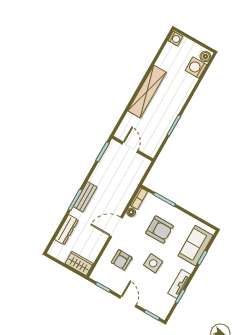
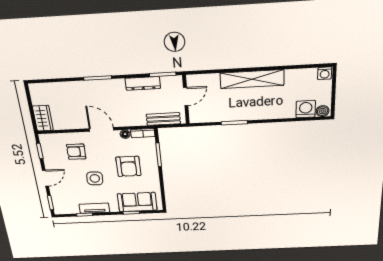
bench: (85, 197) -> (163, 119), moved
dresser: (66, 230) -> (143, 83), moved

